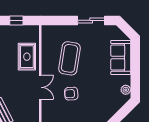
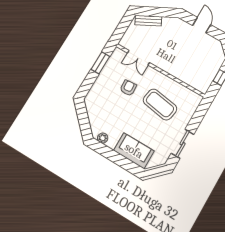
rug: (27, 57) -> (183, 68), removed
double door: (40, 87) -> (138, 58), moved

